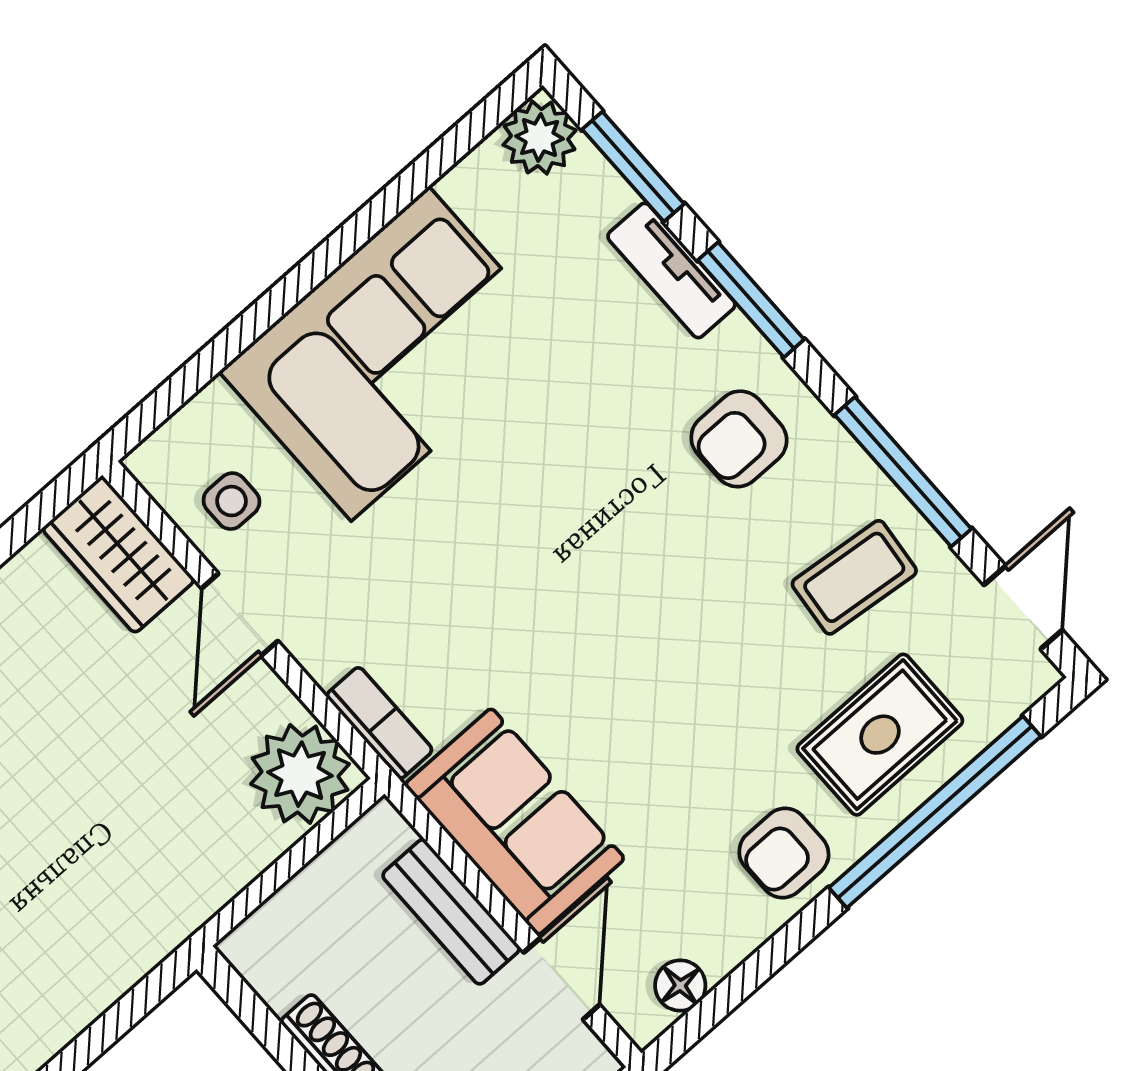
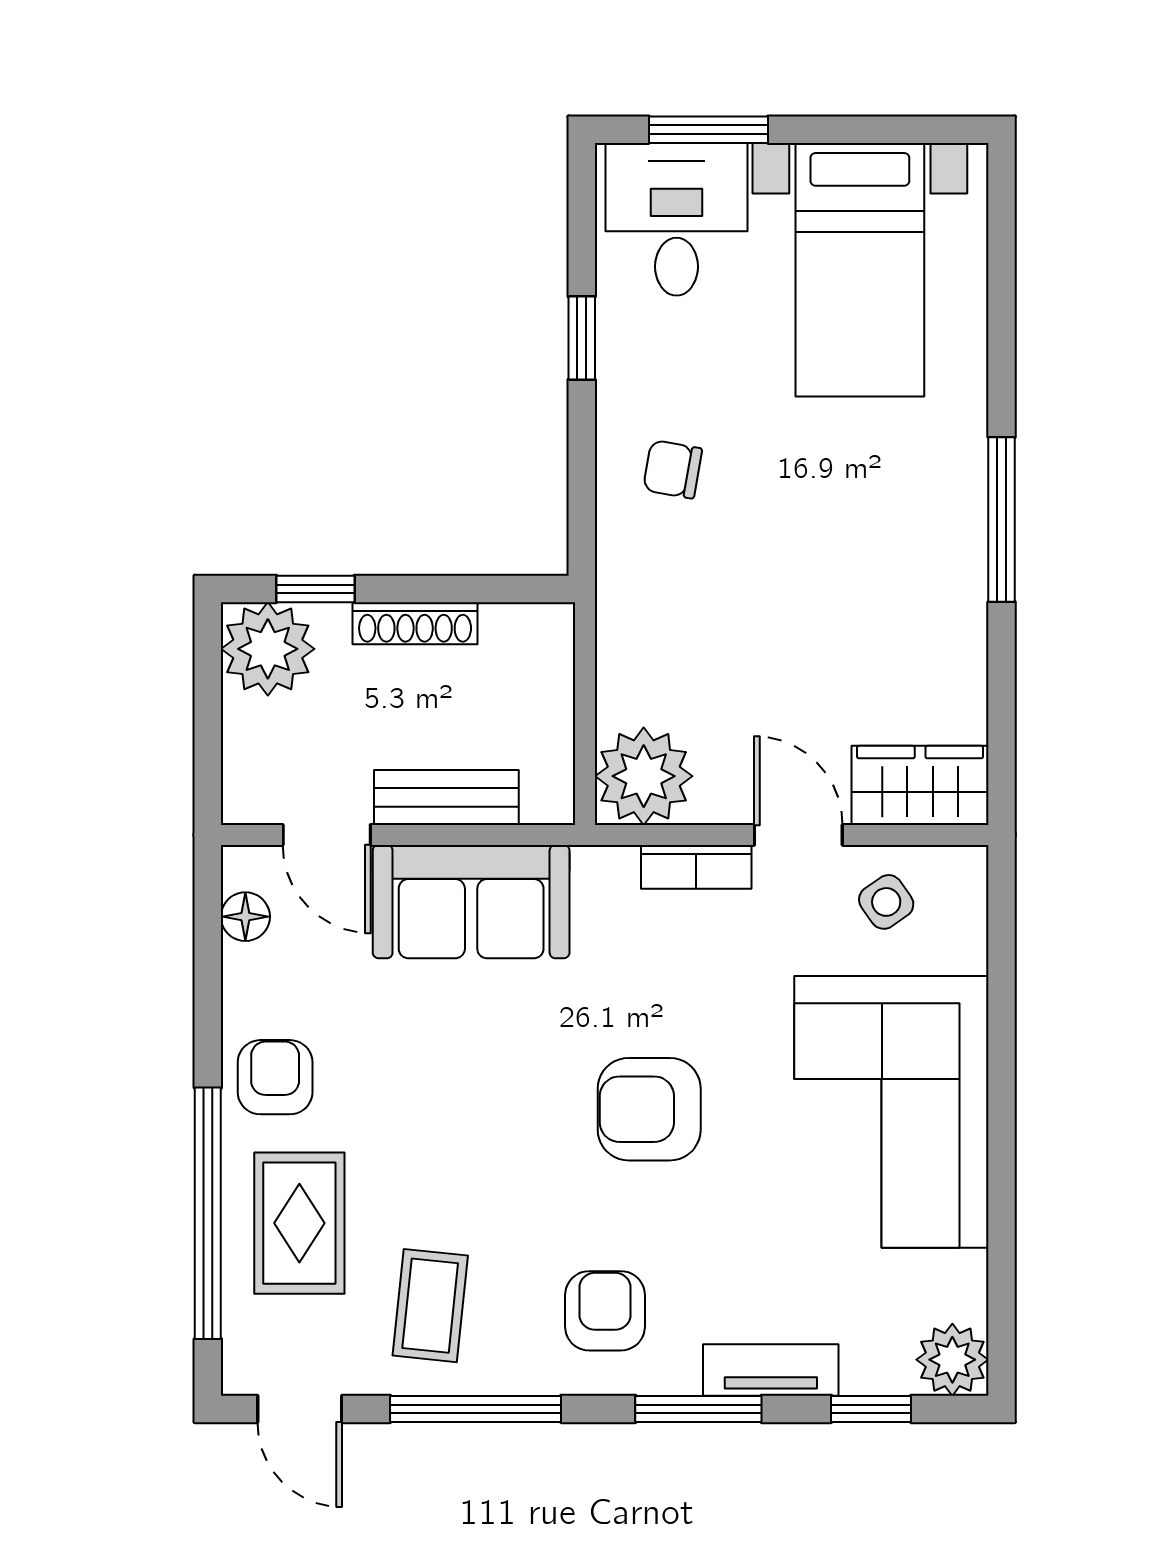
window: (633, 167) -> (871, 1409), width x0.67
side table: (231, 501) -> (886, 902), turned -35
armchair: (553, 542) -> (649, 1109), added
bookcase: (379, 723) -> (696, 867), moved
chair: (43, 961) -> (673, 469), added

